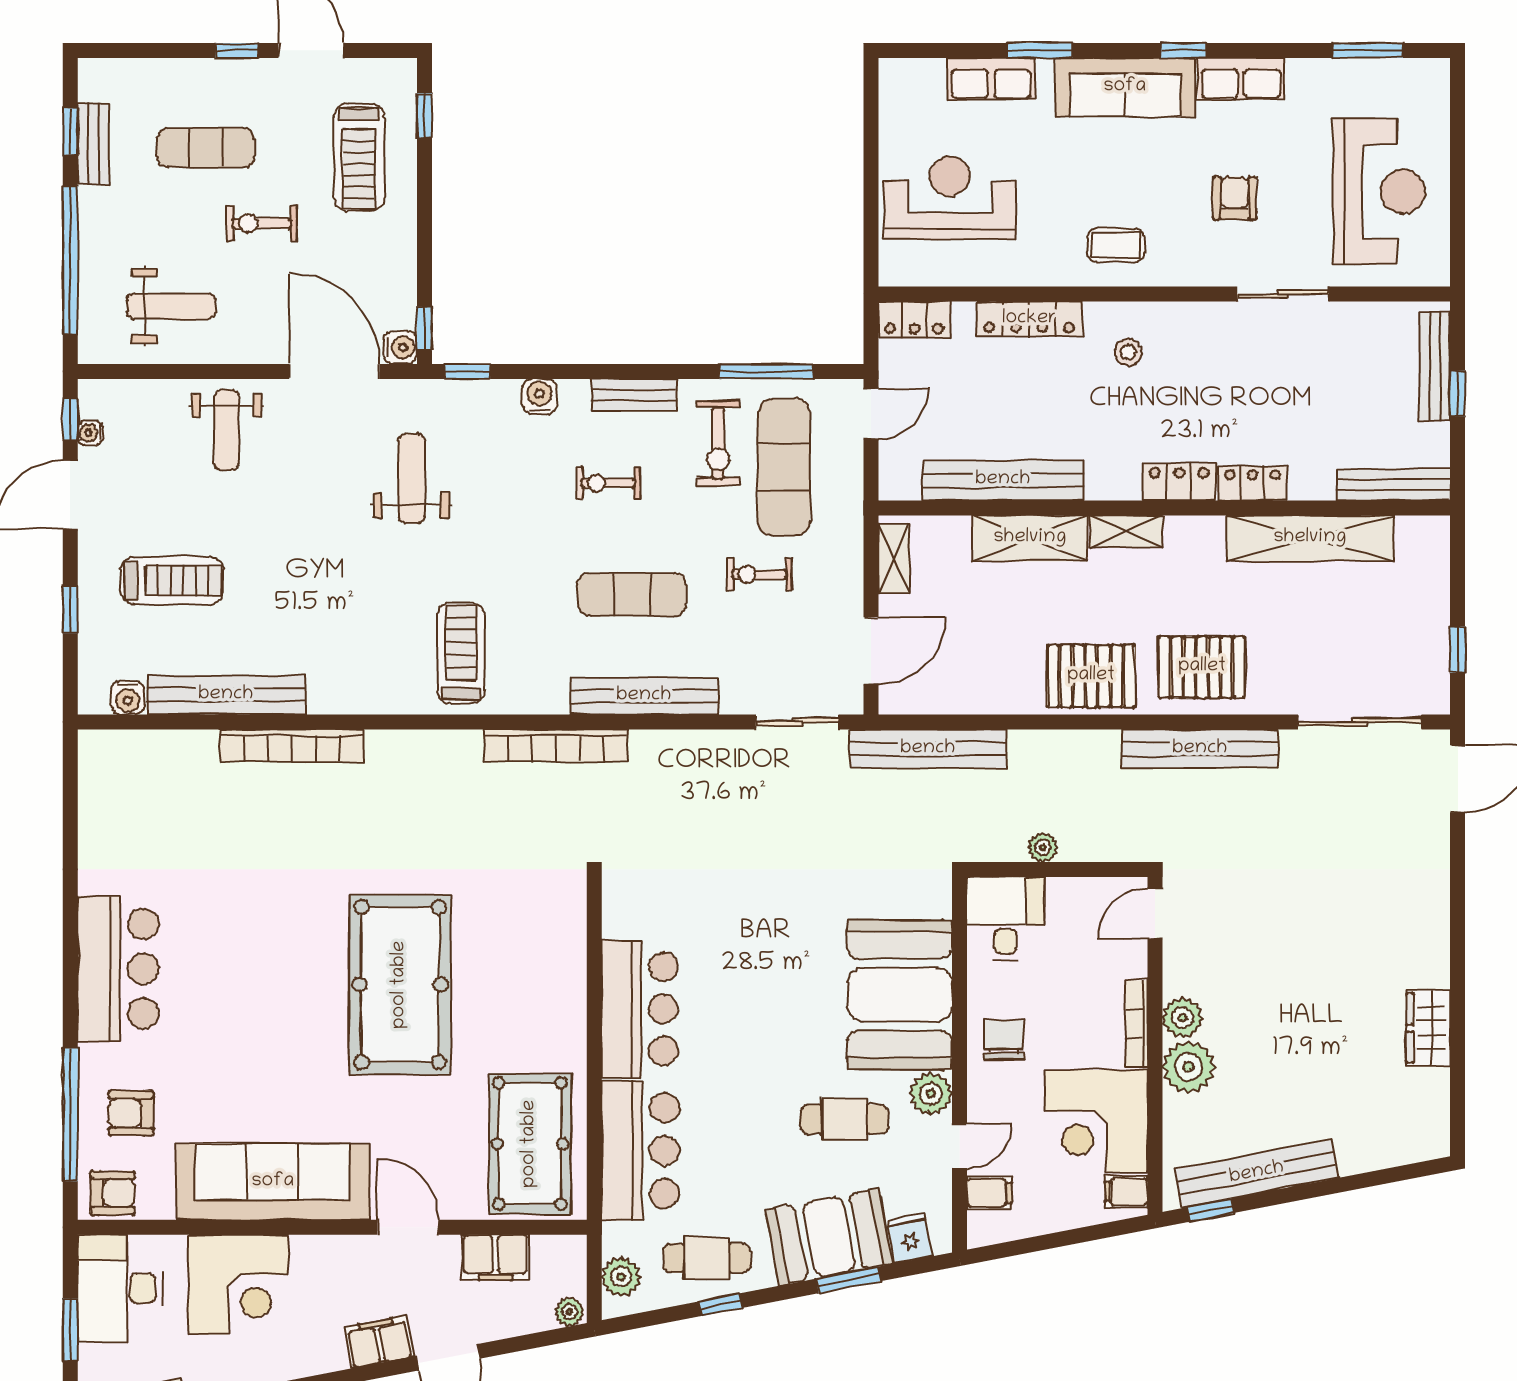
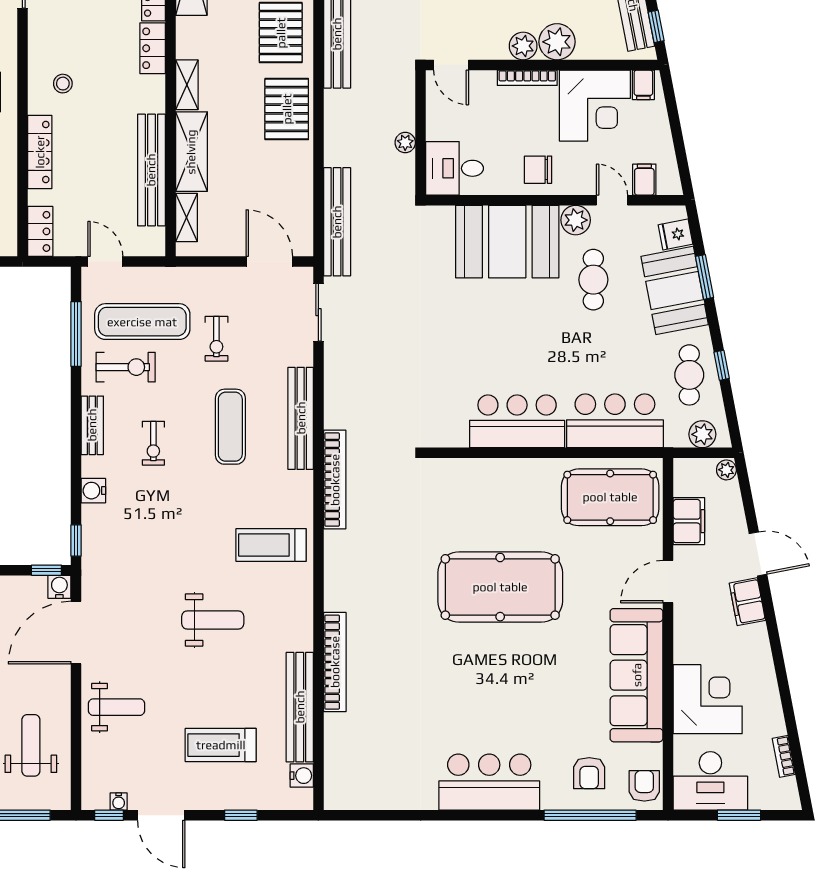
weight bench: (412, 478) -> (213, 620), moved, turned 180
shelving: (894, 558) -> (186, 218), moved, turned 90
treadmill: (172, 581) -> (221, 745), turned -90

